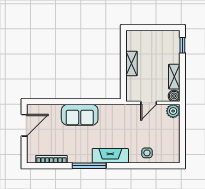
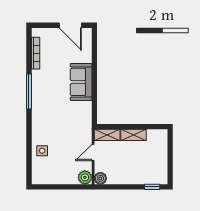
shelving: (174, 77) -> (107, 135), moved
door: (149, 103) -> (93, 152), hinge flipped
fireplace: (110, 156) -> (39, 113), removed

